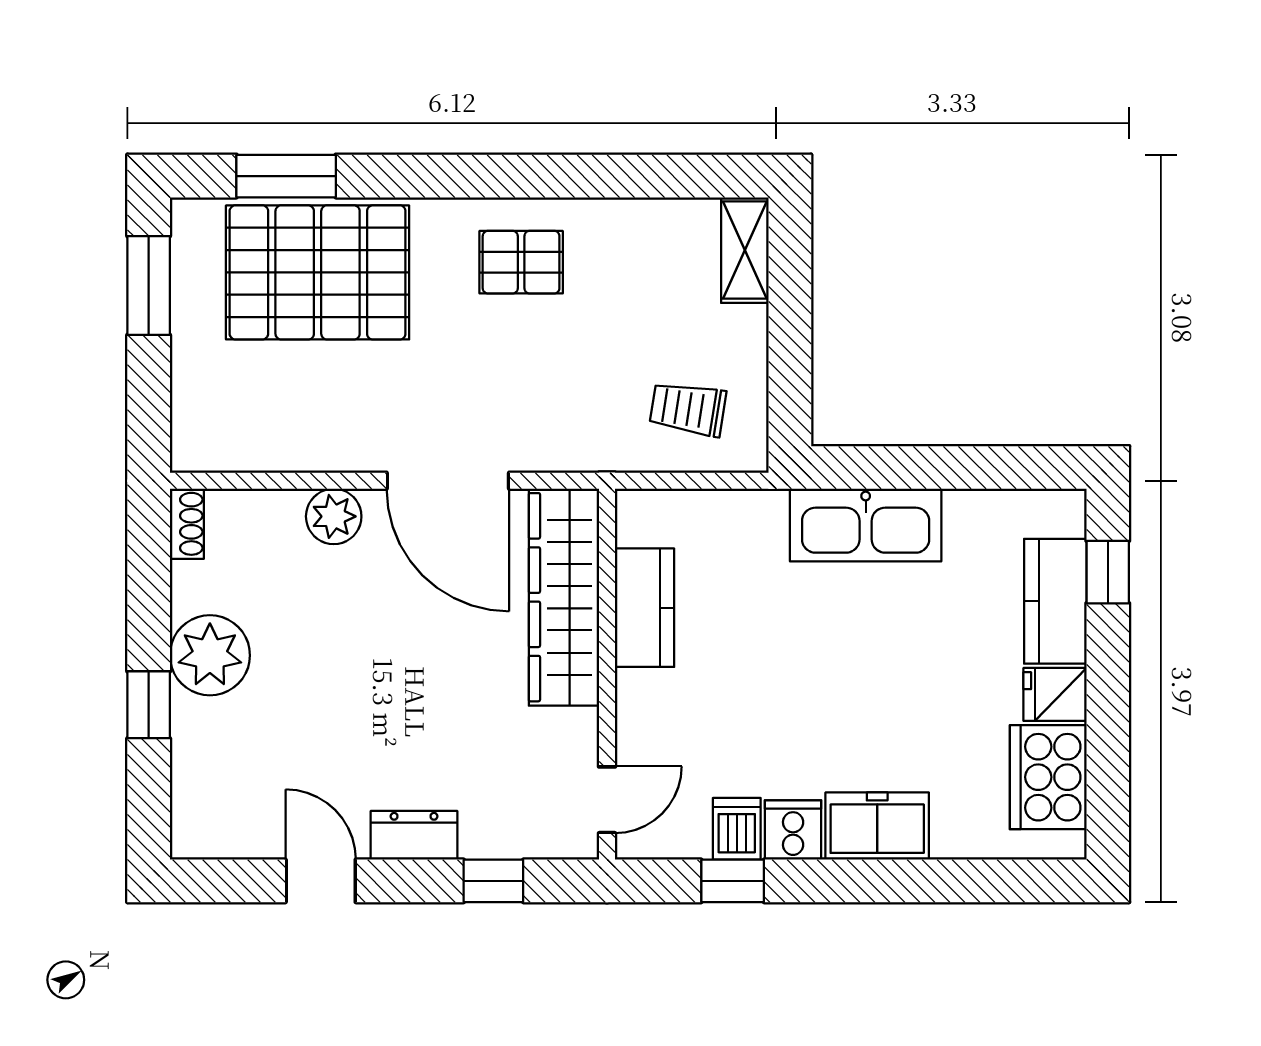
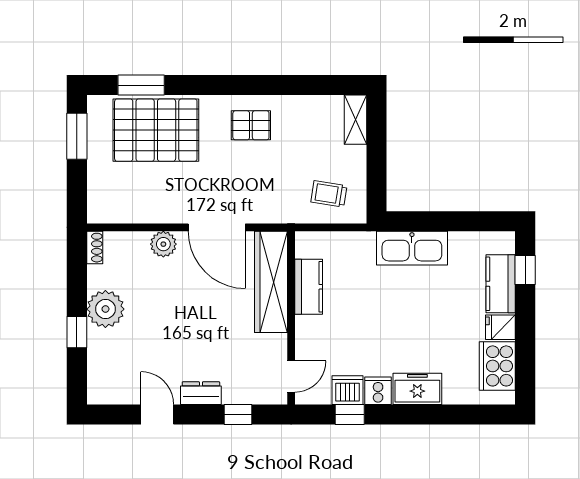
dishwasher: (737, 829) -> (347, 390), width x1.38

